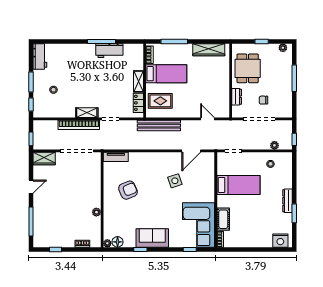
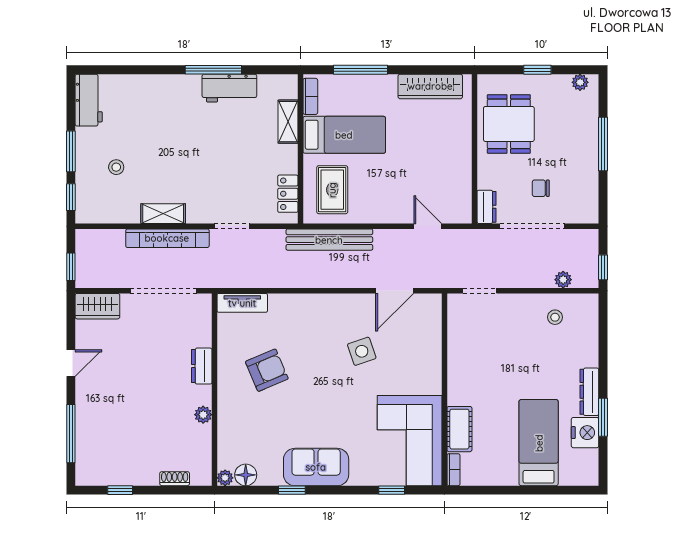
shelving: (138, 81) -> (288, 122), moved
dresser: (237, 97) -> (487, 207), moved
rug: (160, 101) -> (332, 190), turned 90
shelving: (87, 113) -> (163, 214), moved
bed: (238, 185) -> (539, 443), moved, turned -90
dresser: (96, 188) -> (202, 366), added
nightstand: (280, 241) -> (585, 433), moved, turned -90

